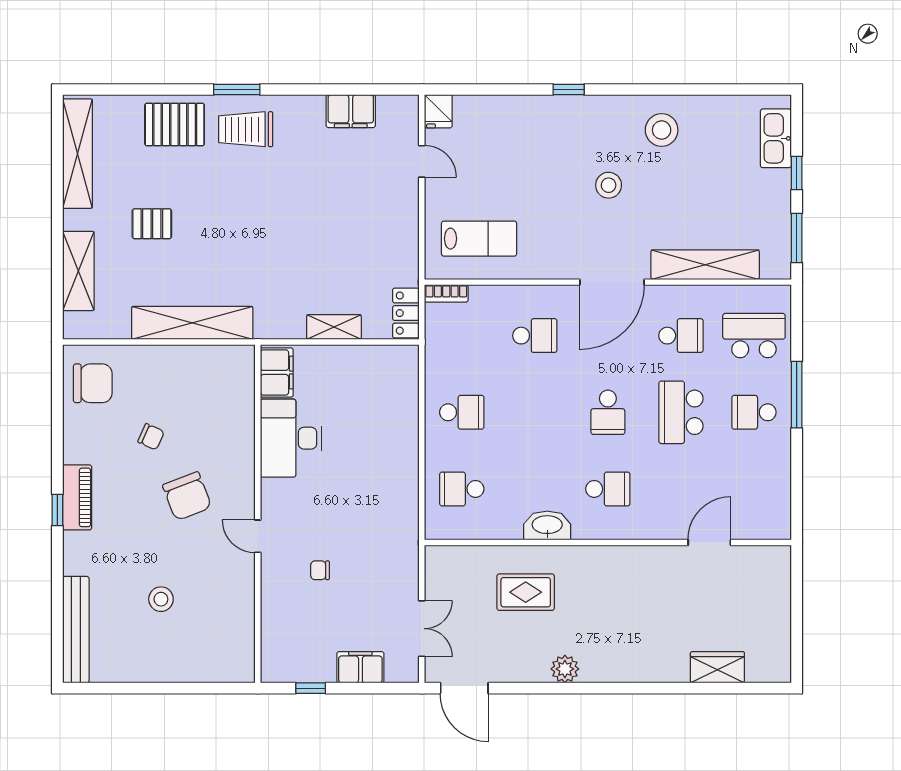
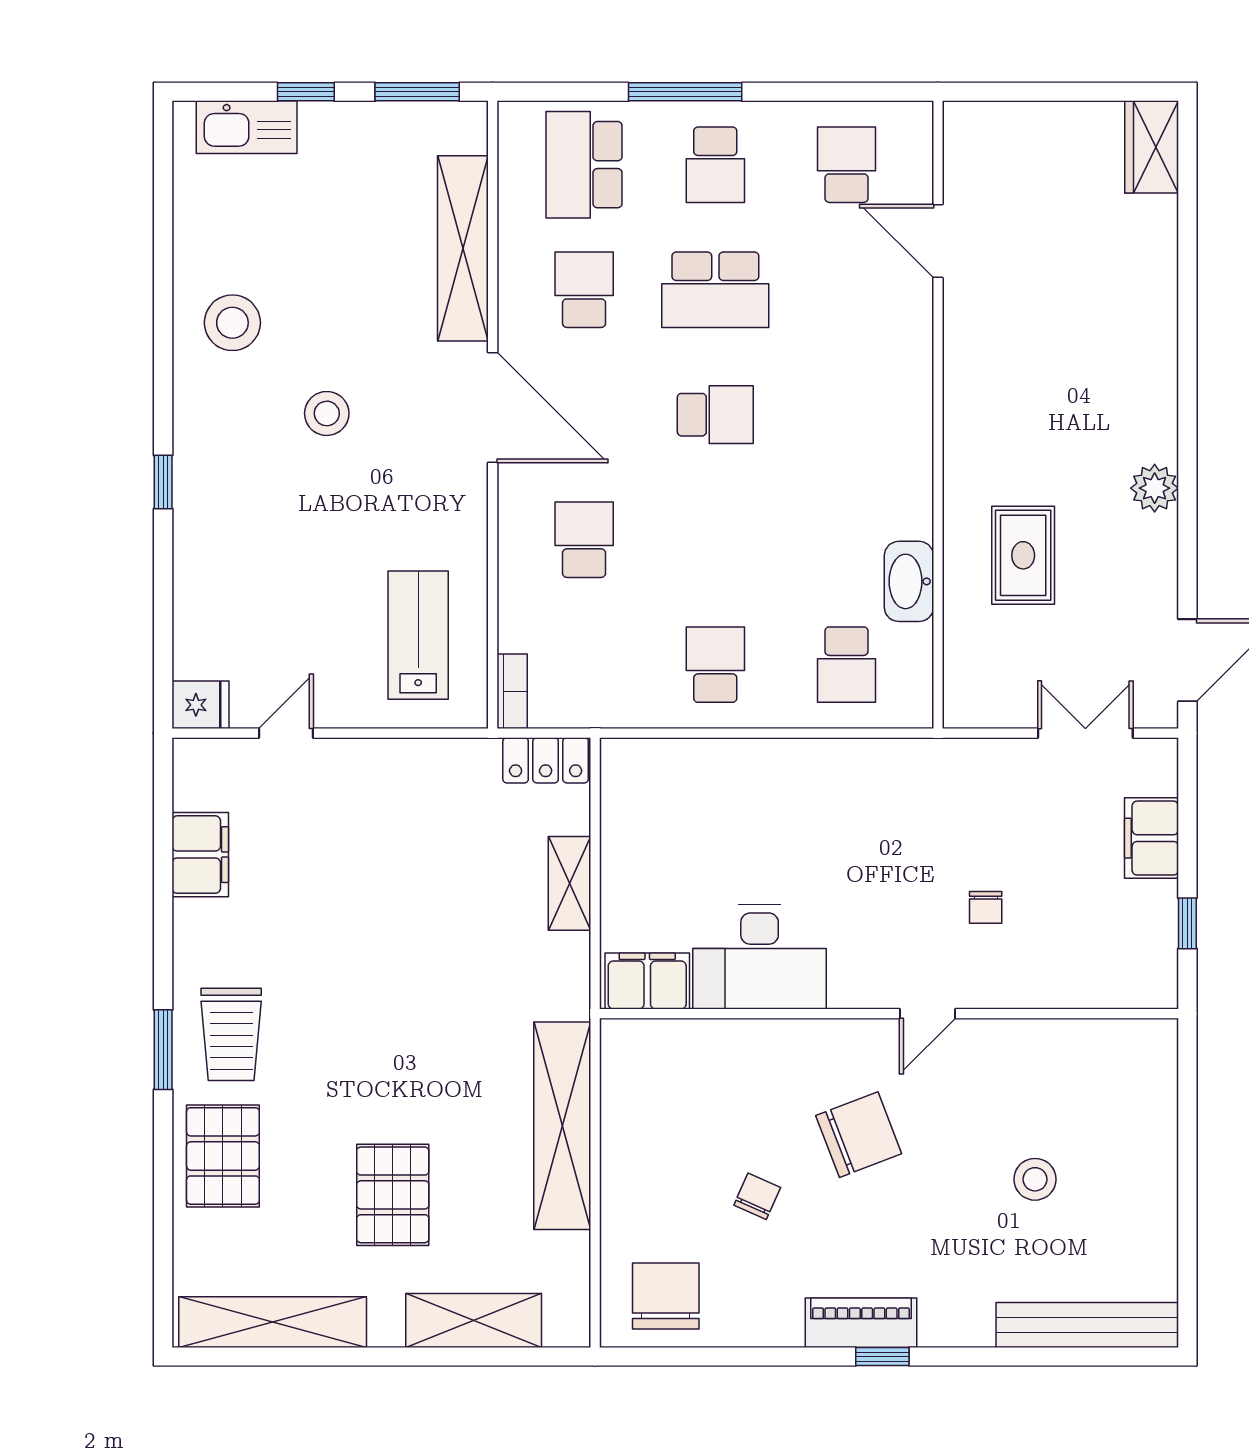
pallet: (152, 224) -> (393, 1195), width x1.50, depth x1.42
school desk: (608, 489) -> (847, 165), moved
washbasin: (547, 525) -> (909, 581), moved
wardrobe: (717, 667) -> (1152, 147), moved

